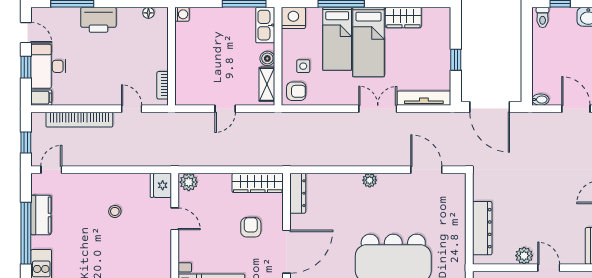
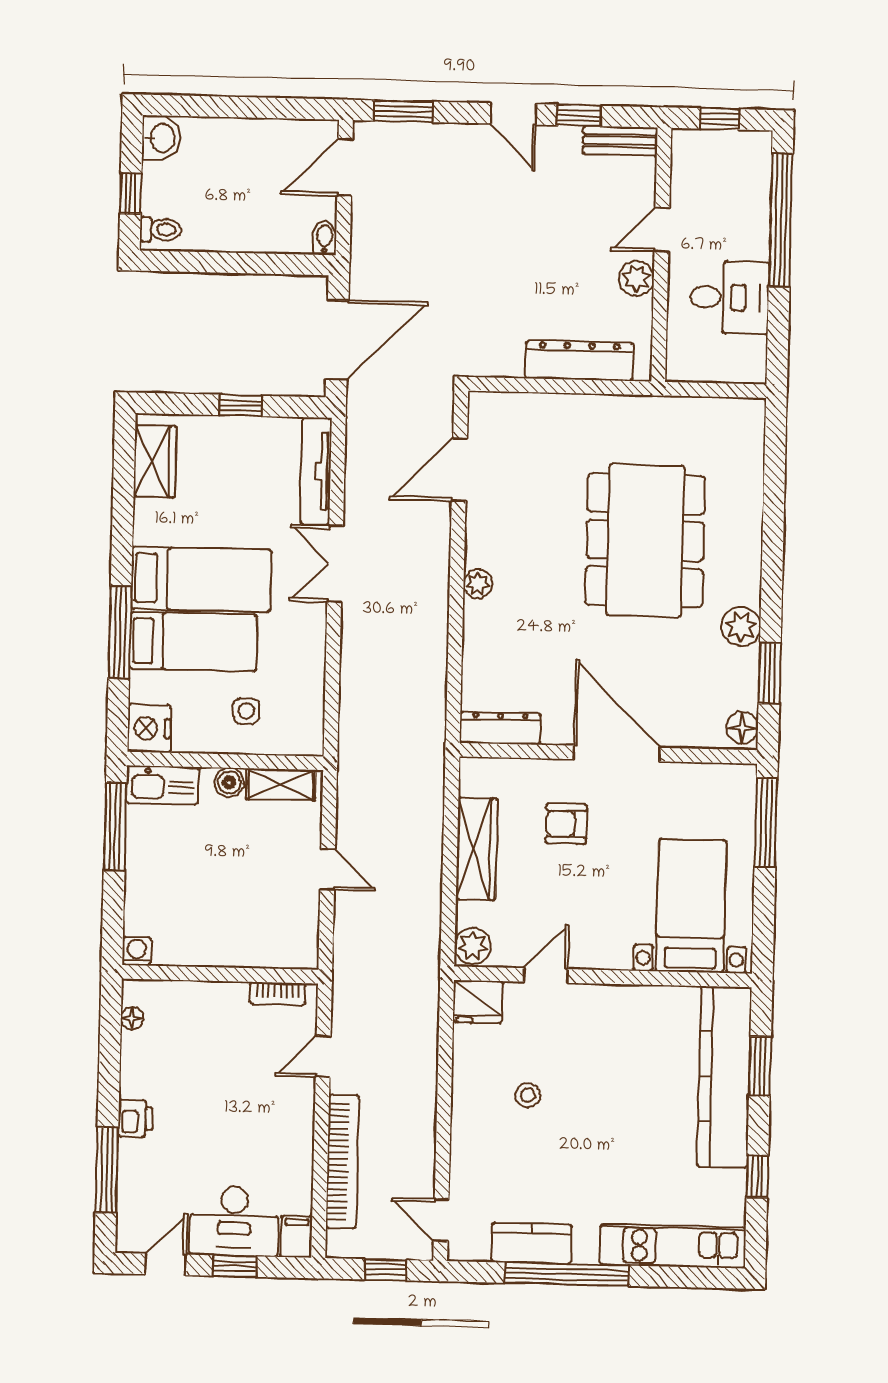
wardrobe: (403, 18) -> (155, 461), moved
printer: (98, 20) -> (135, 1118), width x0.53, depth x0.68
armchair: (296, 91) -> (296, 726), removed
wardrobe: (258, 183) -> (477, 849), moved

